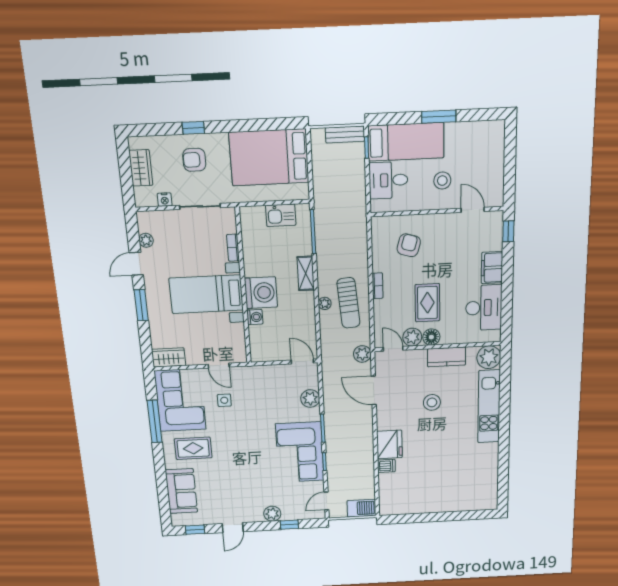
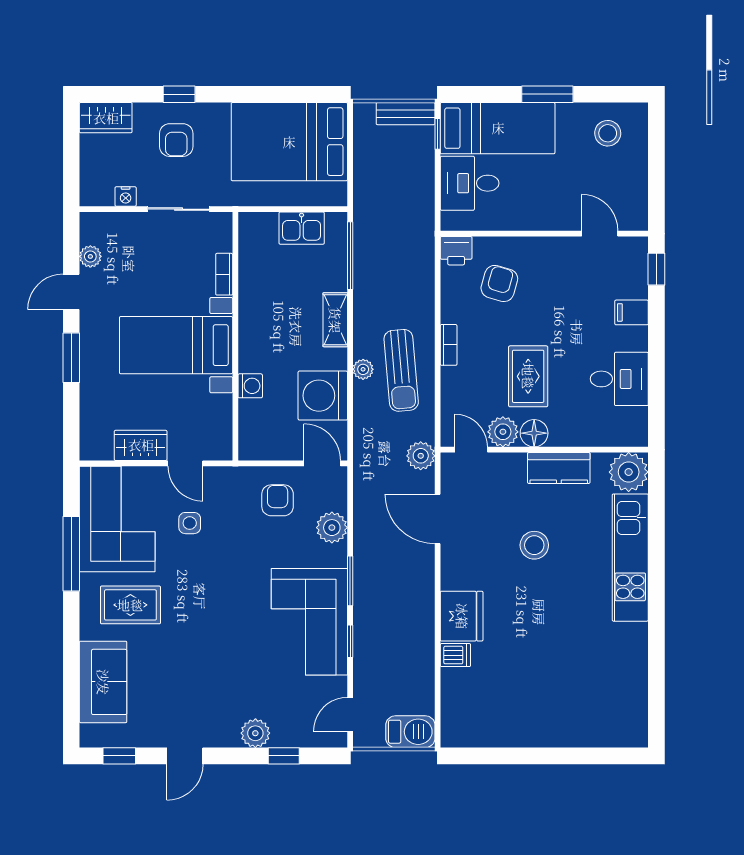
armchair: (194, 160) -> (176, 140), turned -90
wardrobe: (141, 168) -> (106, 118), moved, turned 90
stool: (442, 181) -> (608, 133), moved
printer: (381, 225) -> (456, 251), added
filing cabinet: (492, 268) -> (632, 312), width x0.50
washing machine: (261, 293) -> (323, 396), moved, turned 180
desk: (484, 308) -> (619, 379), width x0.73
wardrobe: (169, 357) -> (141, 445), moved
armchair: (276, 384) -> (278, 500), added

